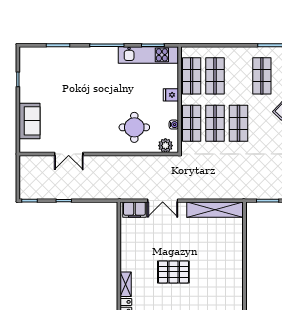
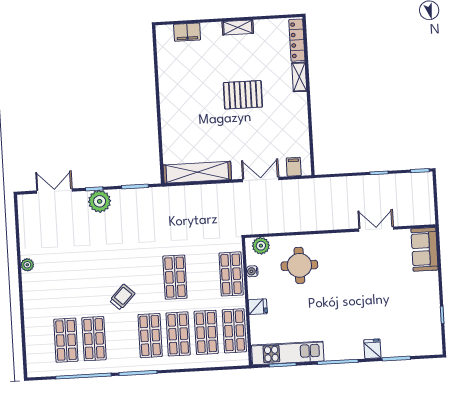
fridge: (77, 54) -> (372, 349), added
sofa: (29, 121) -> (424, 249), moved
shop shelf: (215, 123) -> (178, 334), moved
filing cabinet: (134, 210) -> (294, 167), width x0.50

